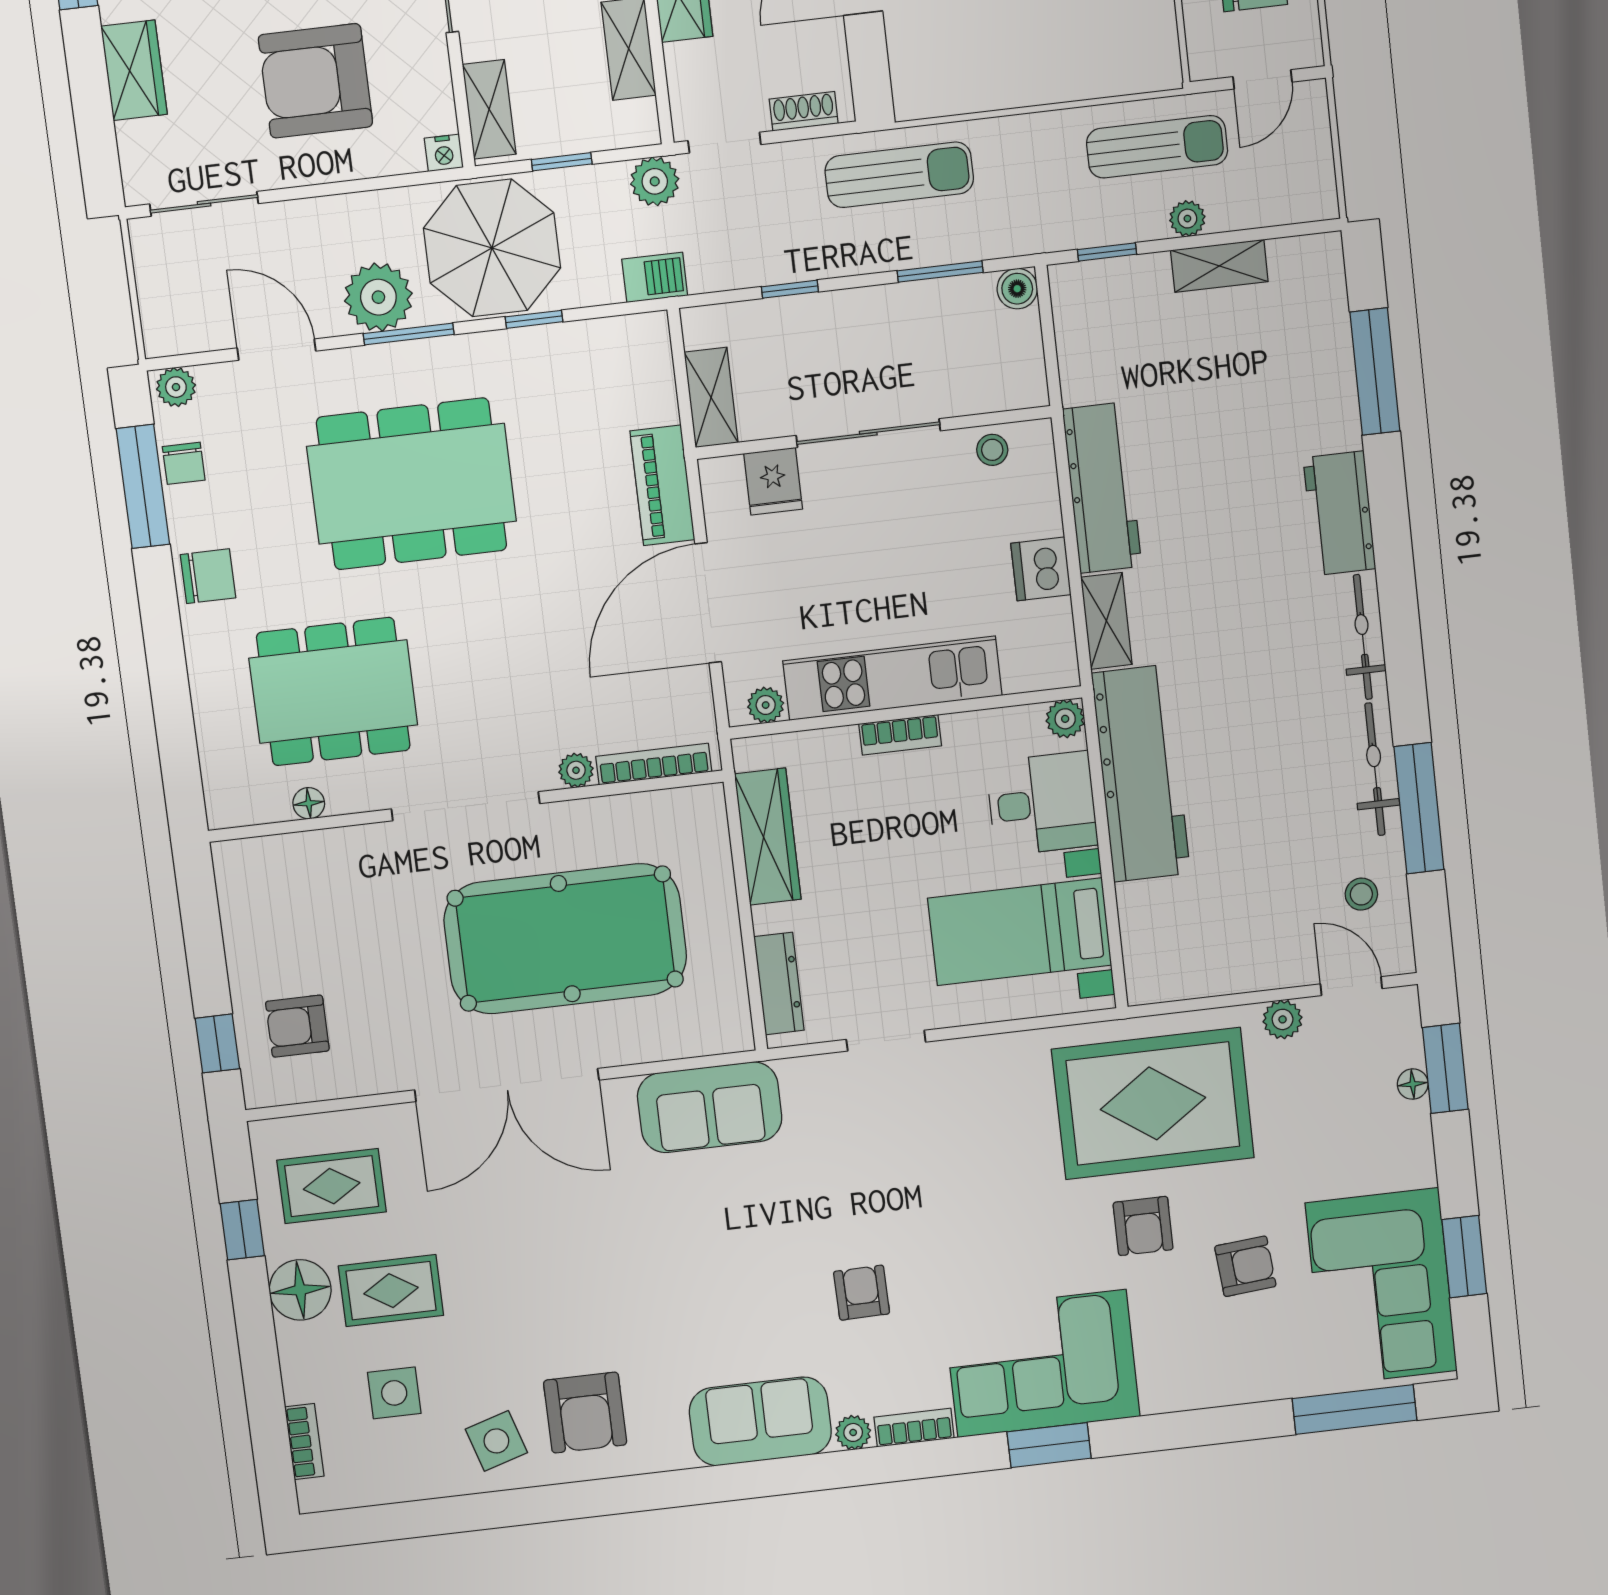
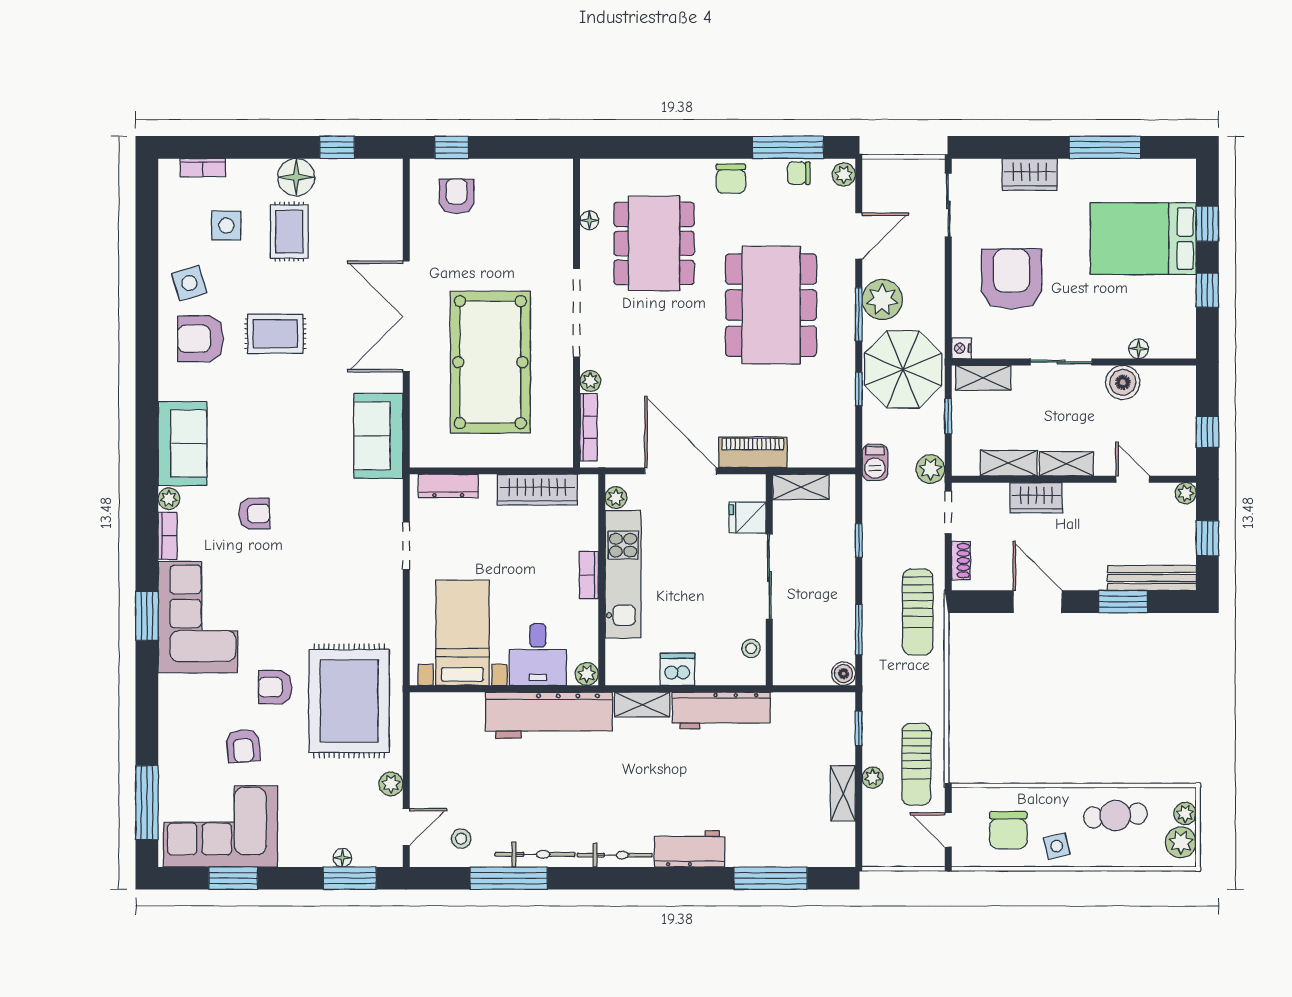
rug: (332, 1186) -> (275, 334), moved, turned 90

